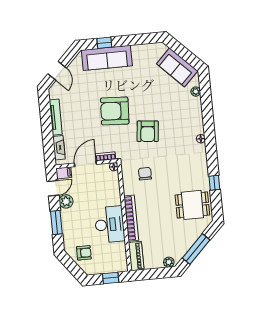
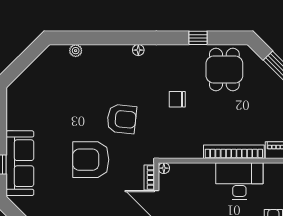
sofa: (177, 67) -> (41, 72), removed
armchair: (115, 111) -> (91, 160), turned 87
chair: (145, 174) -> (177, 99), moved

